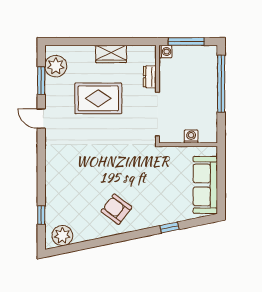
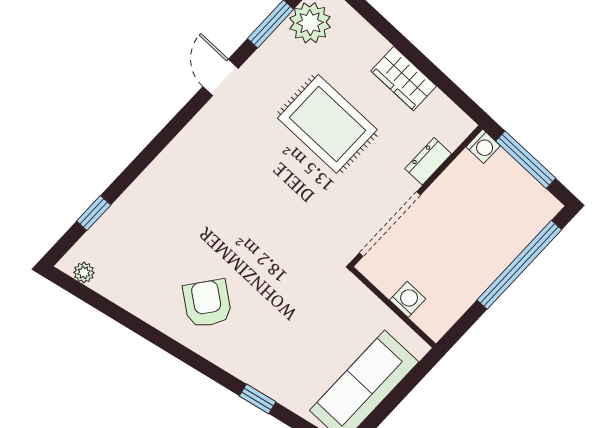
plant: (62, 236) -> (84, 273), width x0.53, depth x0.53

